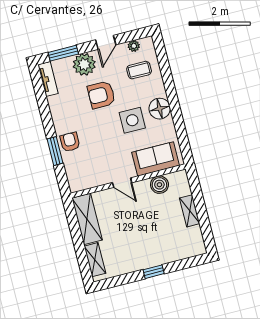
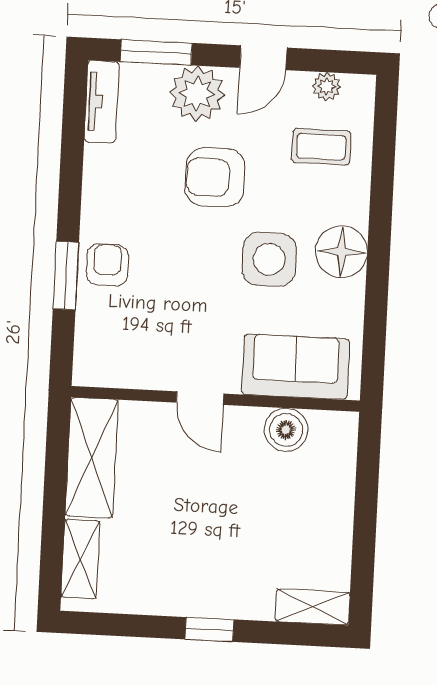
shelving: (190, 211) -> (313, 607), moved, turned 90

